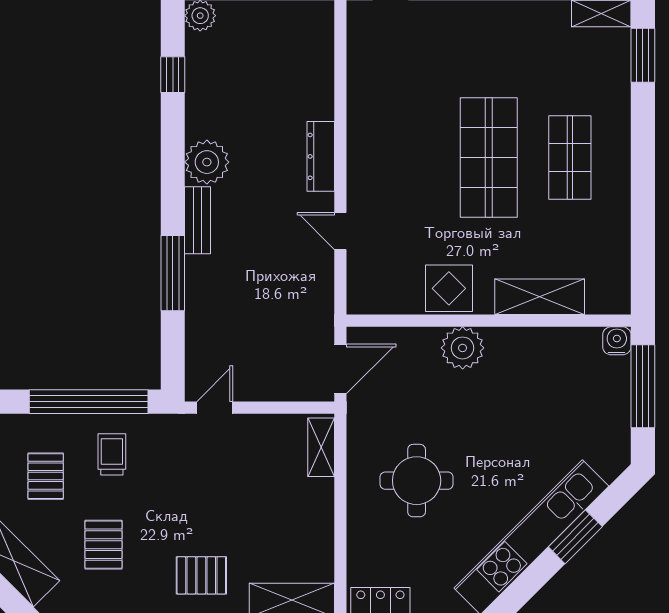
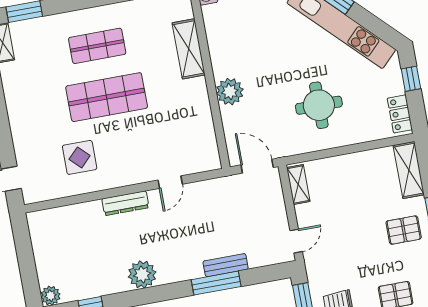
bench: (198, 220) -> (226, 265), moved
display table: (449, 288) -> (80, 157), moved
door: (215, 408) -> (296, 241), swing flipped
shelving: (321, 447) -> (298, 185), moved, turned 90
pallet: (201, 575) -> (404, 230), turned 90

